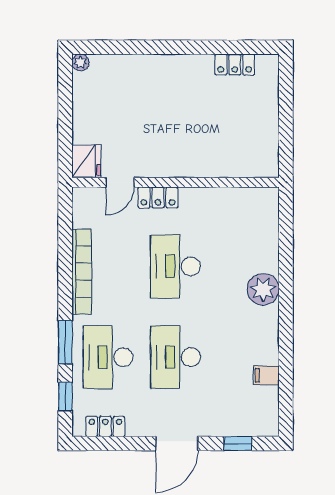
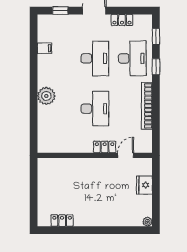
fridge: (86, 161) -> (144, 185), moved
window: (65, 342) -> (156, 67), width x0.67
locker: (105, 426) -> (122, 20), moved

